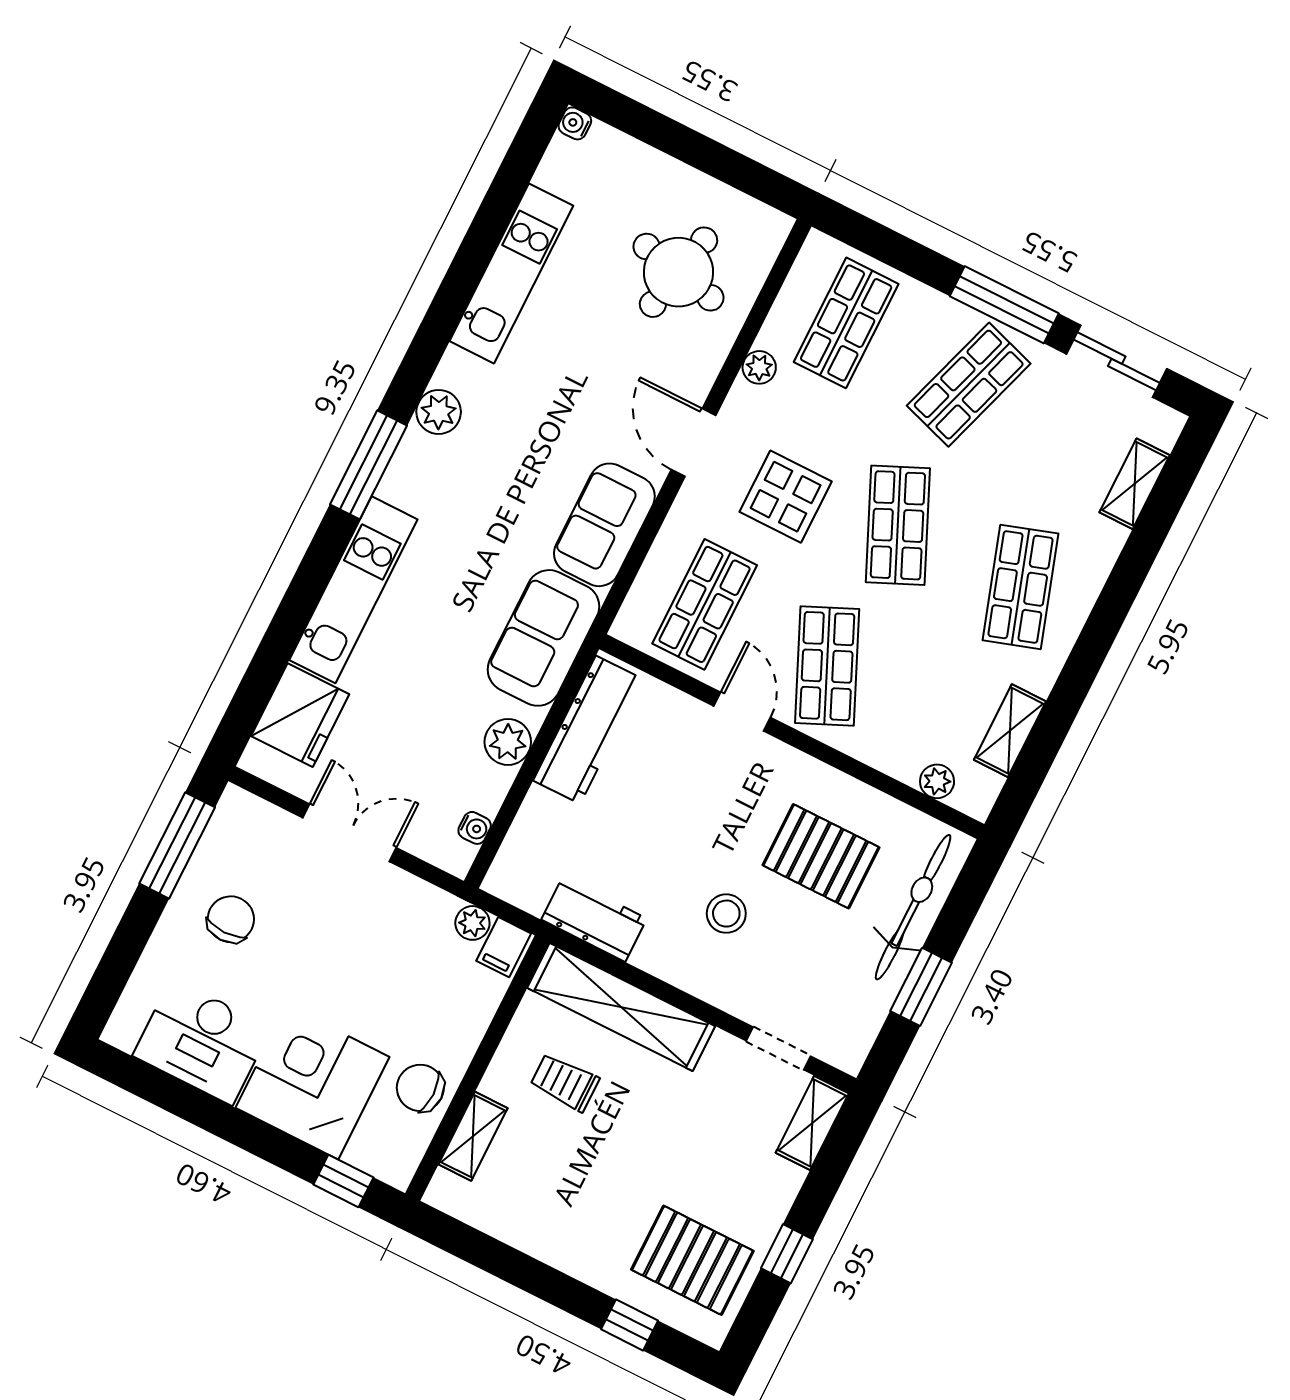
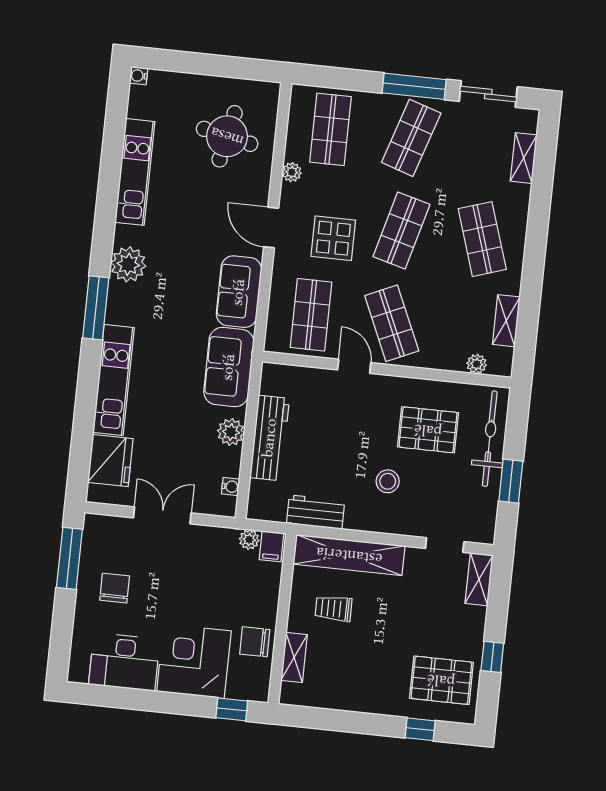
plant: (439, 412) -> (128, 264), width x1.36, depth x1.36
shop shelf: (898, 525) -> (401, 231), turned 39
workbench: (588, 730) -> (270, 438), moved

